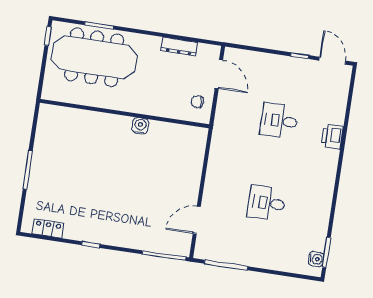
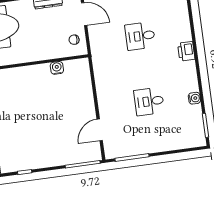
water cooler: (140, 126) -> (57, 68), moved
printer: (332, 137) -> (186, 51), moved
water cooler: (316, 259) -> (194, 98), moved

